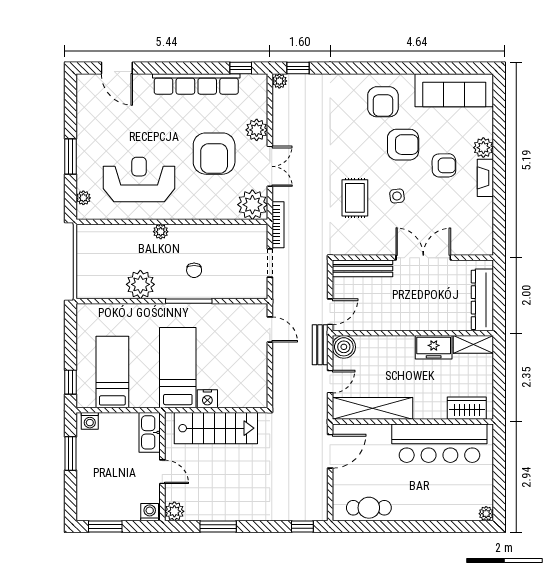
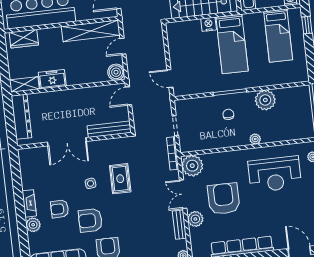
bench: (320, 345) -> (179, 225), moved

